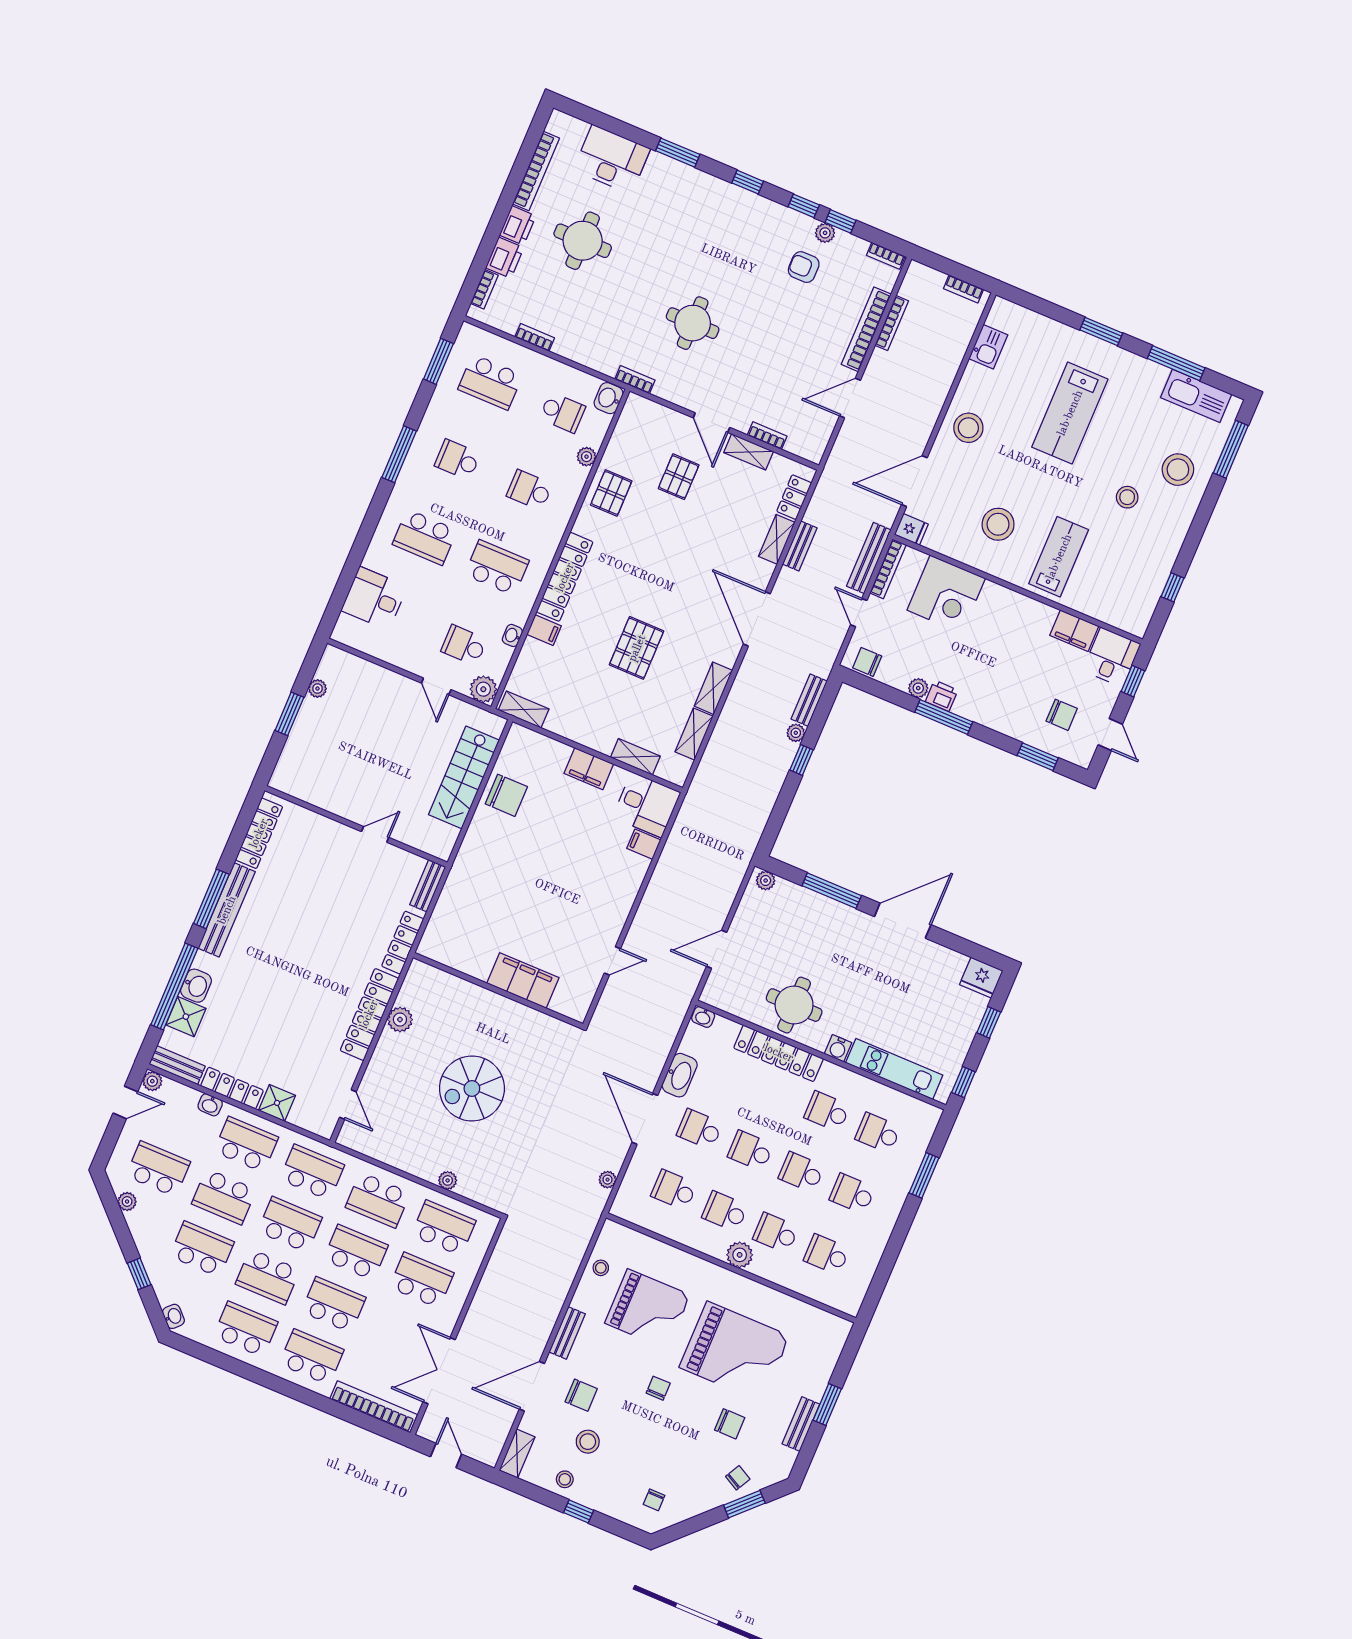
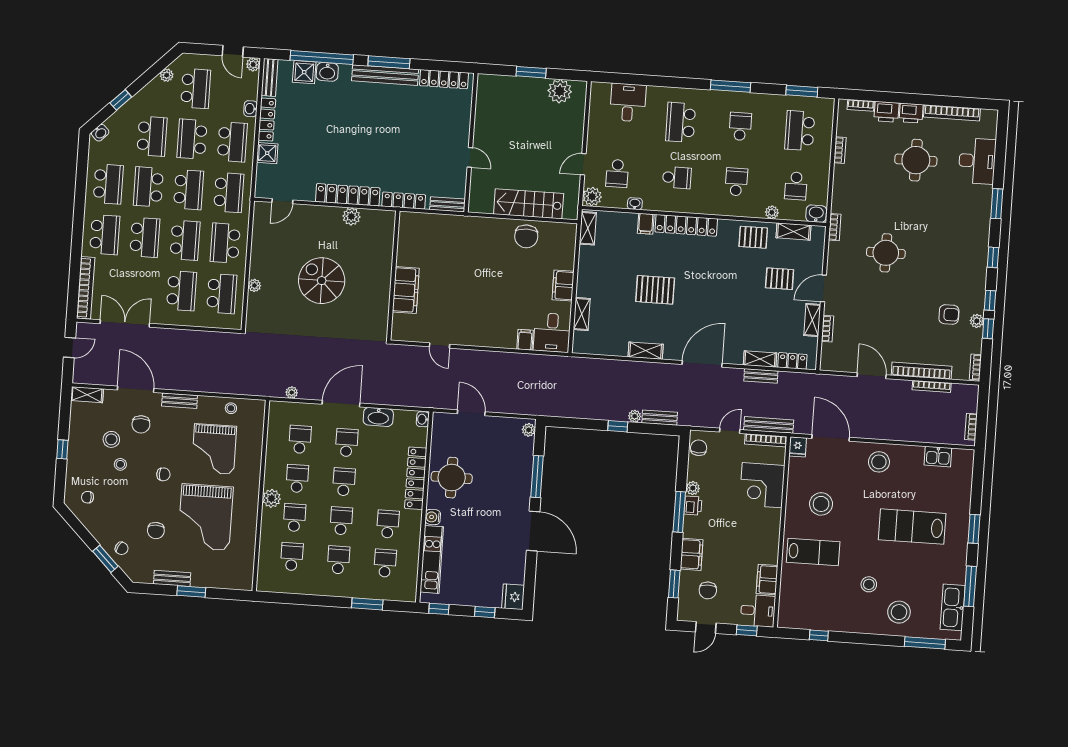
armchair: (804, 267) -> (949, 314), turned 90
school desk: (497, 568) -> (677, 178), width x0.54
school desk: (464, 645) -> (617, 173), turned 180
plant: (317, 689) -> (560, 91), width x1.87, depth x1.87
filing cabinet: (1006, 720) -> (692, 554), added
shelving: (694, 734) -> (793, 231), moved
stool: (565, 1479) -> (120, 464), moved

